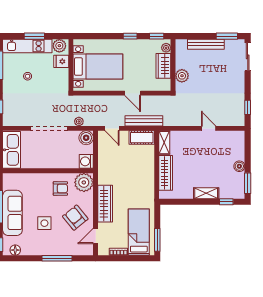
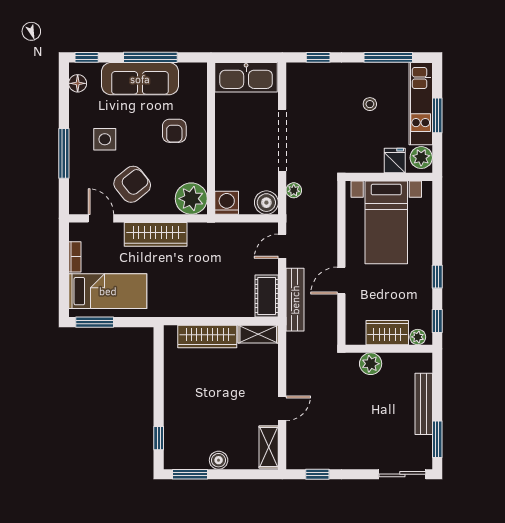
armchair: (60, 188) -> (174, 131), moved
shelving: (206, 193) -> (269, 447), moved
side table: (44, 223) -> (105, 139), moved

